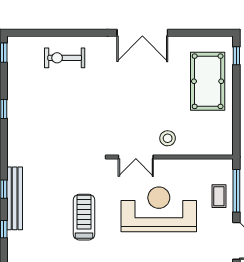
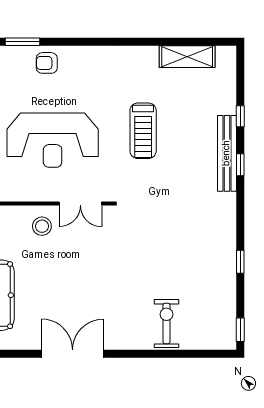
exercise bike: (65, 58) -> (166, 323), turned -90
double door: (136, 157) -> (80, 203), swing flipped

